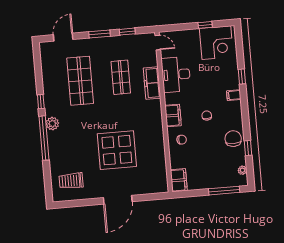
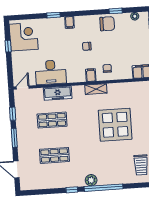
shop shelf: (80, 81) -> (54, 155), width x0.70, depth x0.74
filing cabinet: (173, 115) -> (91, 75), width x0.50
shelving: (158, 127) -> (96, 89), added
chair: (233, 139) -> (107, 24), turned 180

